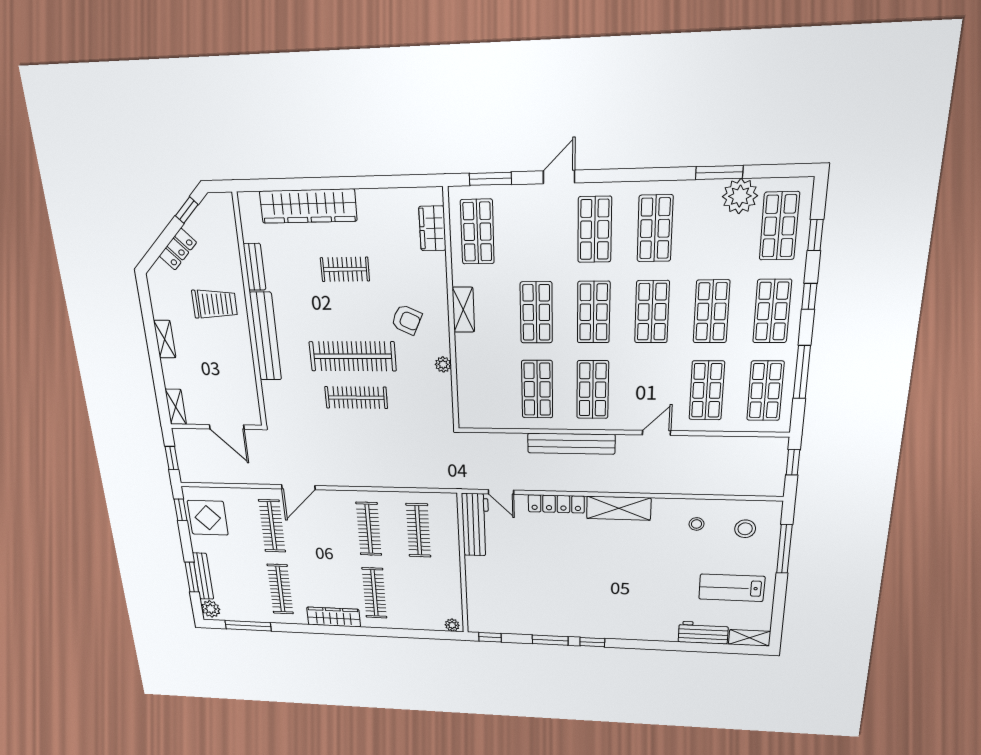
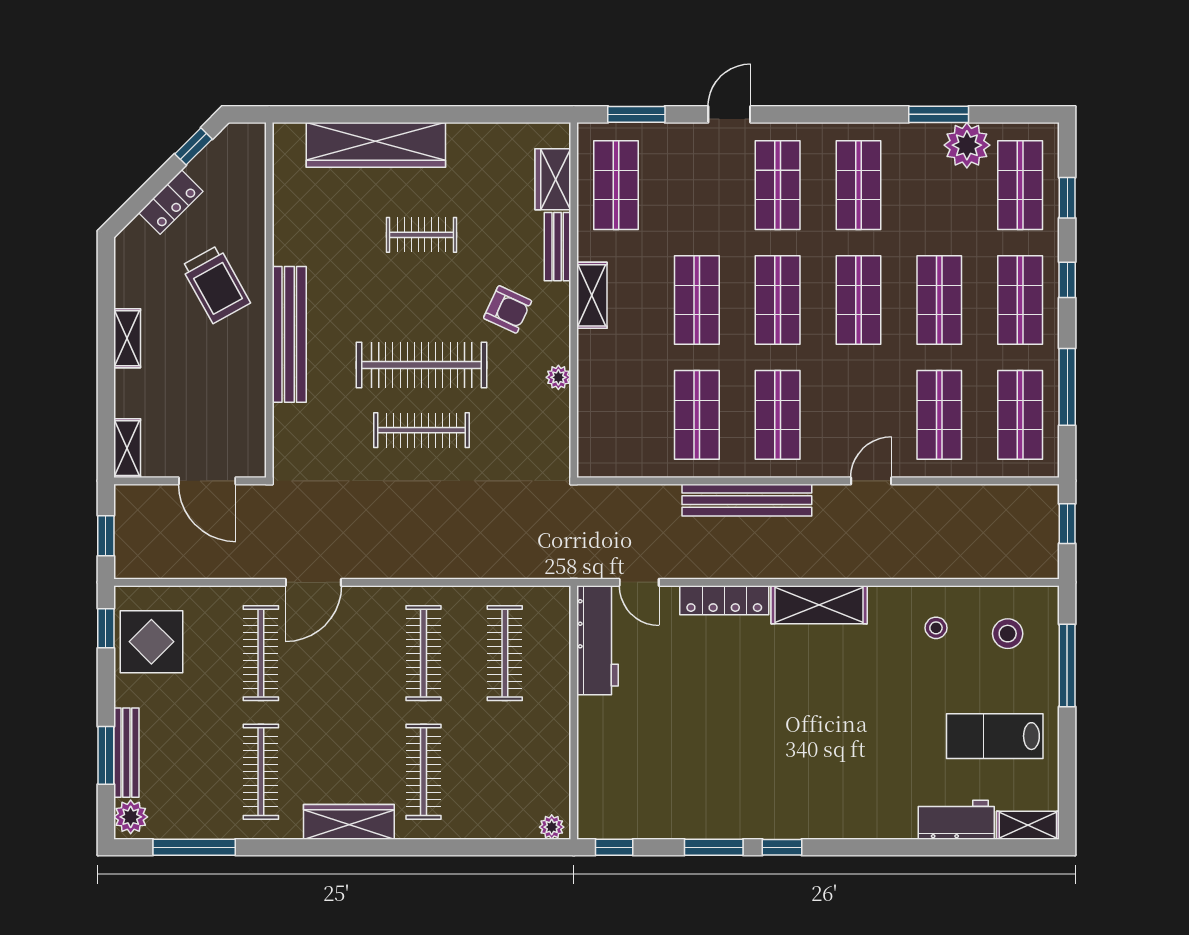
bench: (255, 267) -> (558, 247), moved
trolley: (215, 304) -> (216, 284), turned 61

